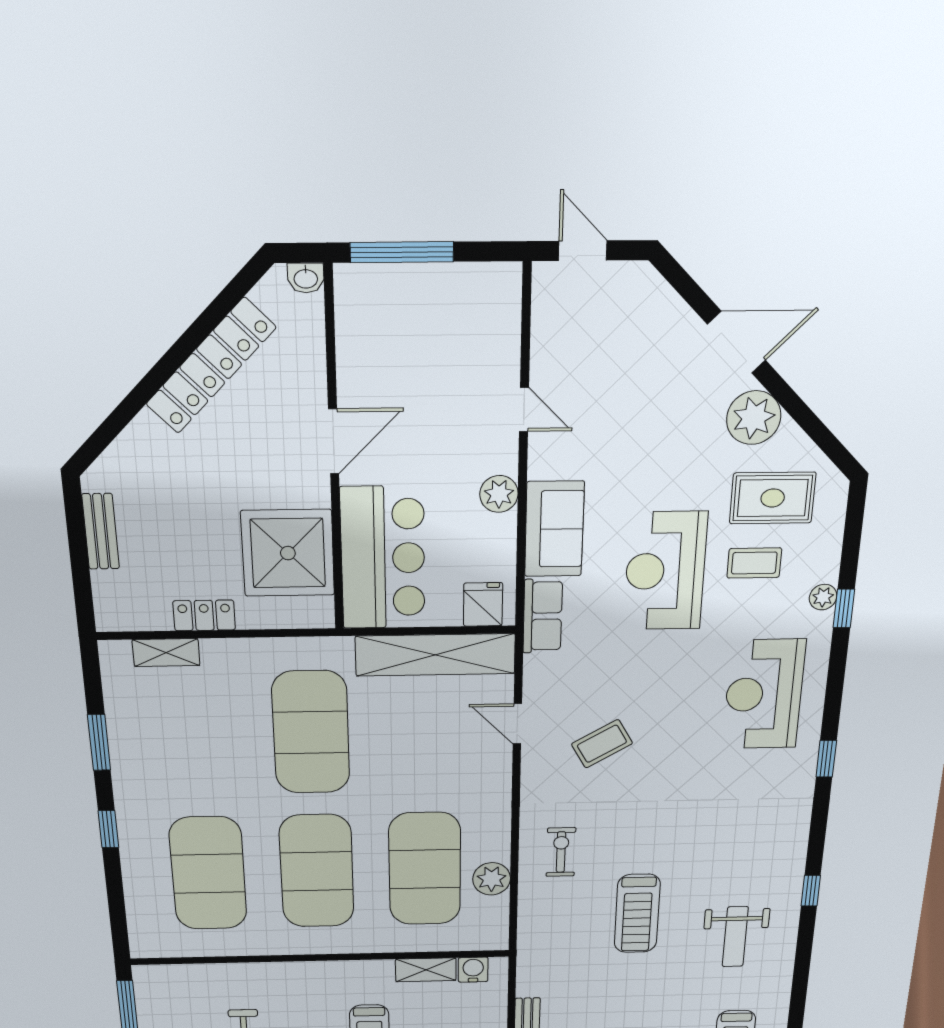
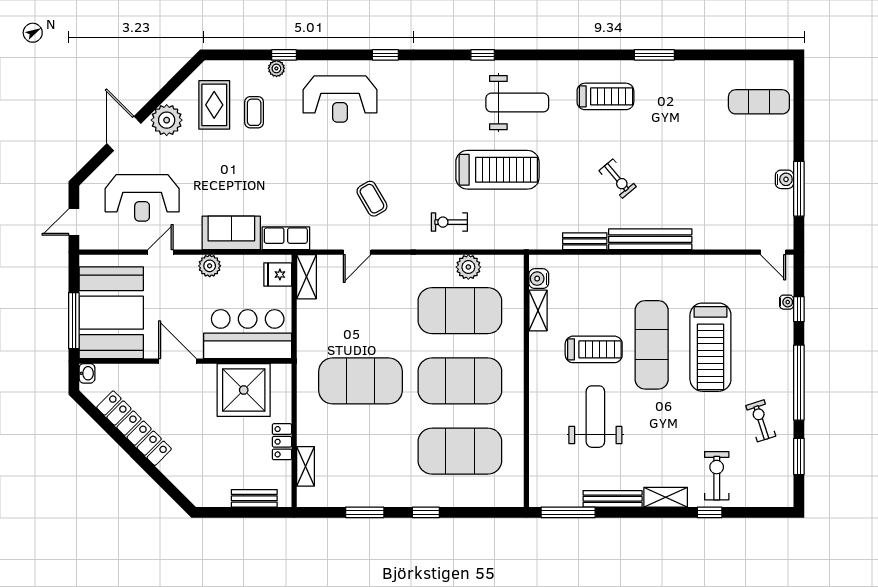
booth: (417, 322) -> (111, 313), added
bench: (101, 531) -> (254, 498), moved
reception desk: (665, 571) -> (142, 198), moved
shelving: (435, 655) -> (307, 277), width x0.45, depth x0.75
treadmill: (637, 914) -> (497, 170), width x1.37, depth x1.38
weight bench: (735, 937) -> (517, 103), width x1.36, depth x1.33

